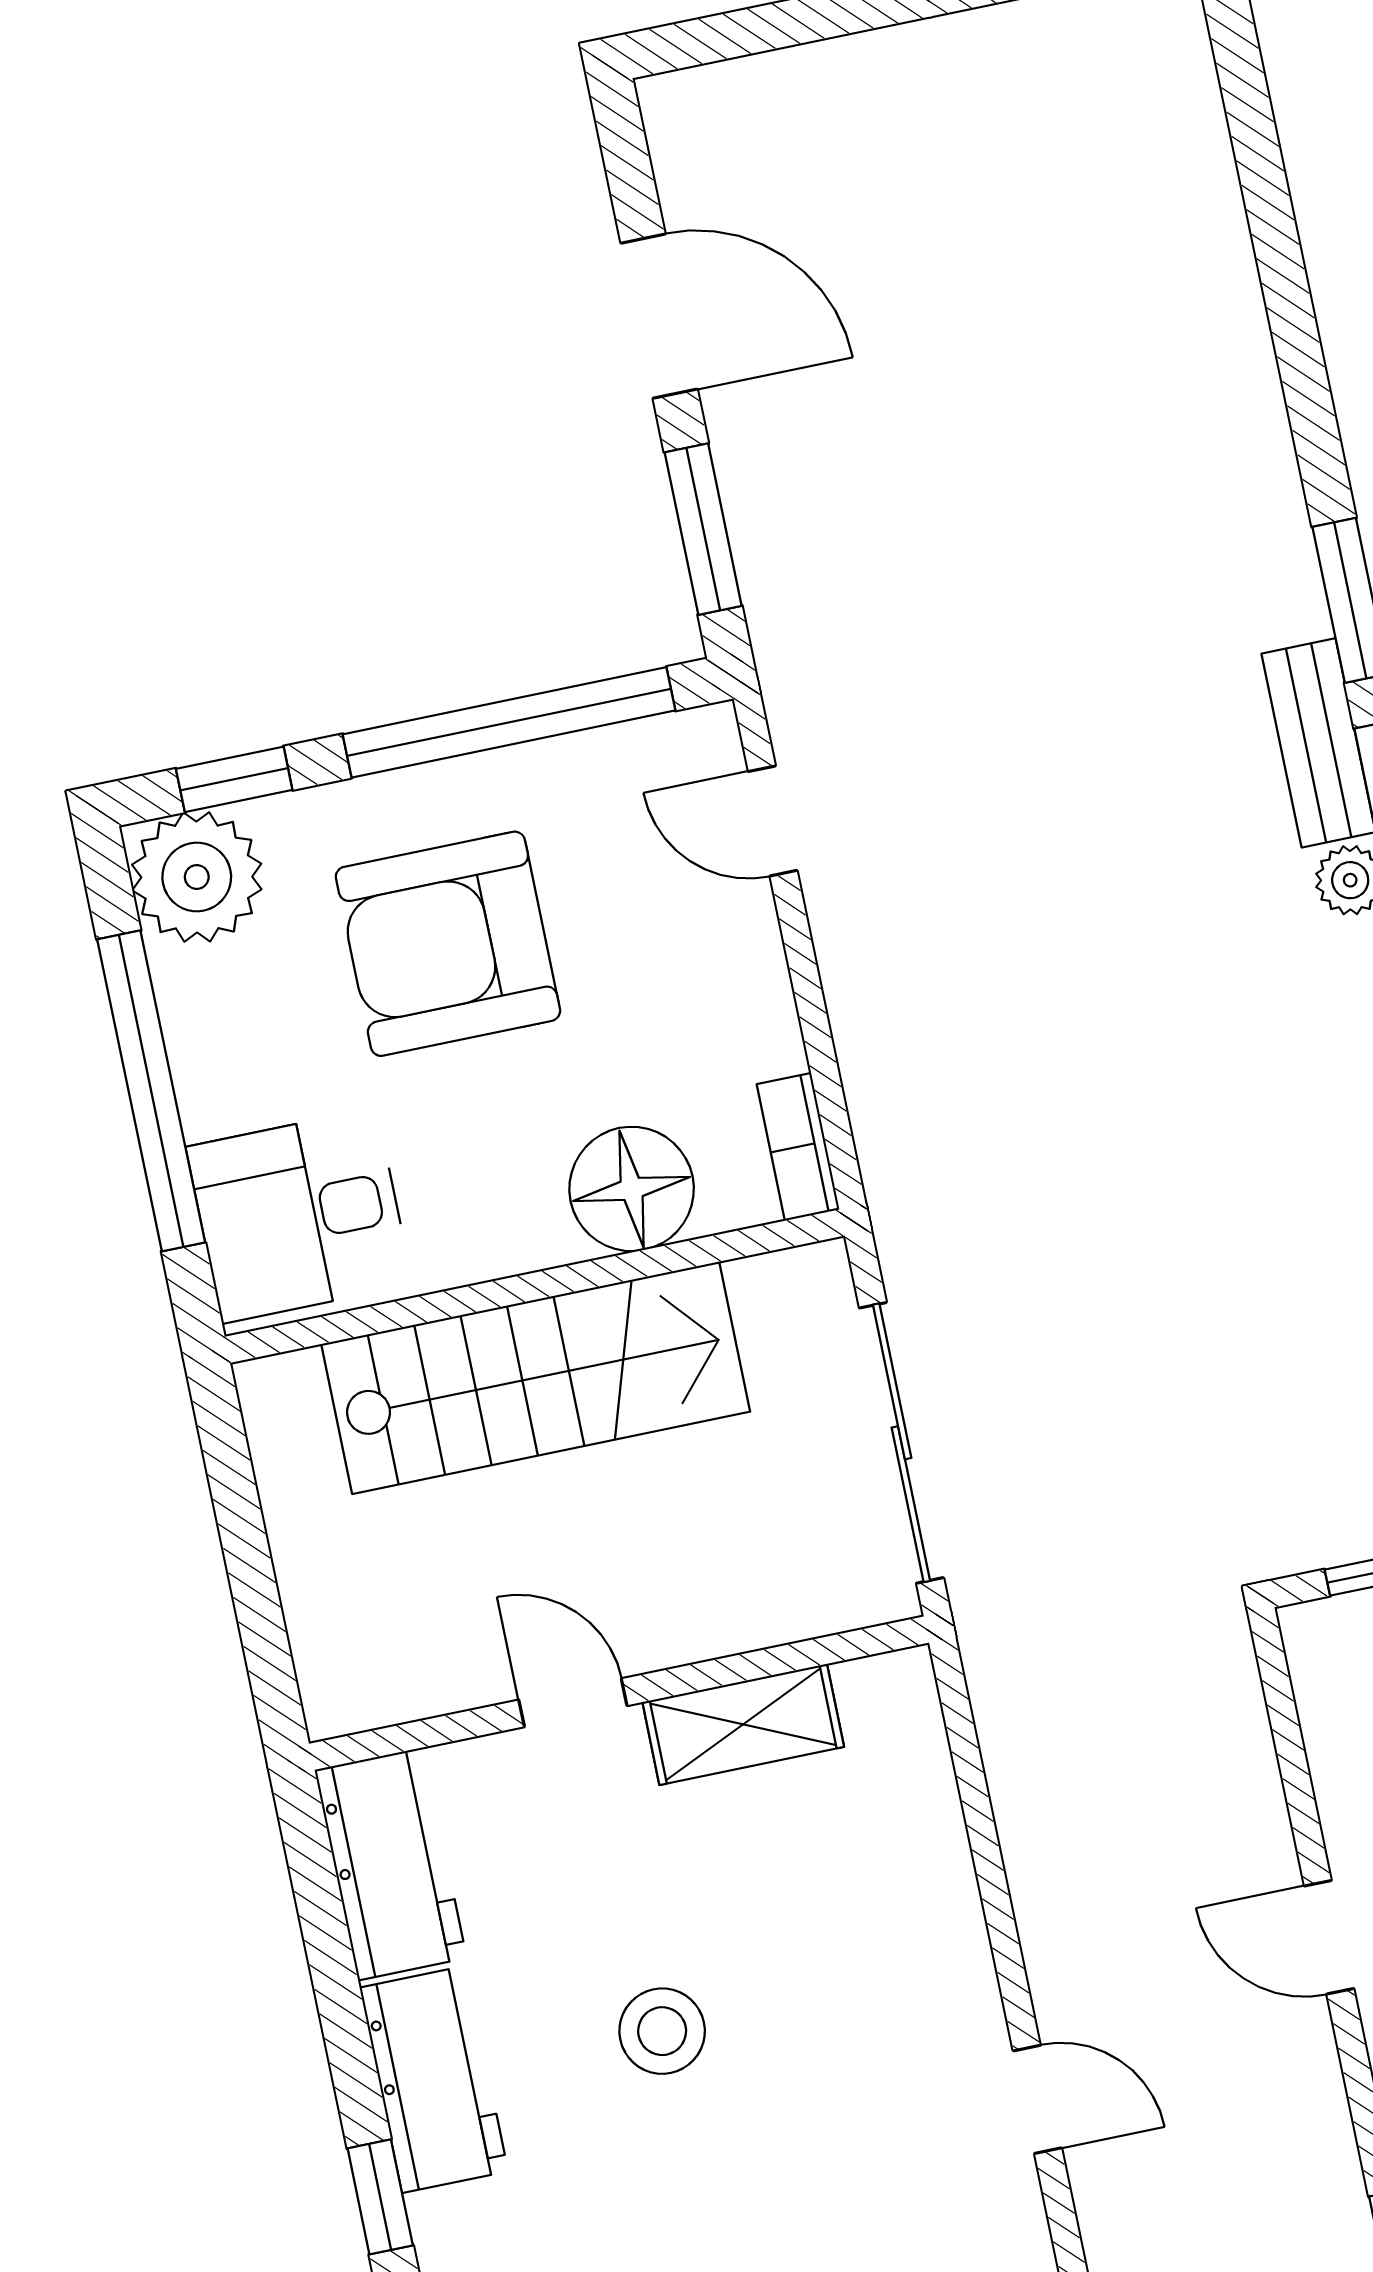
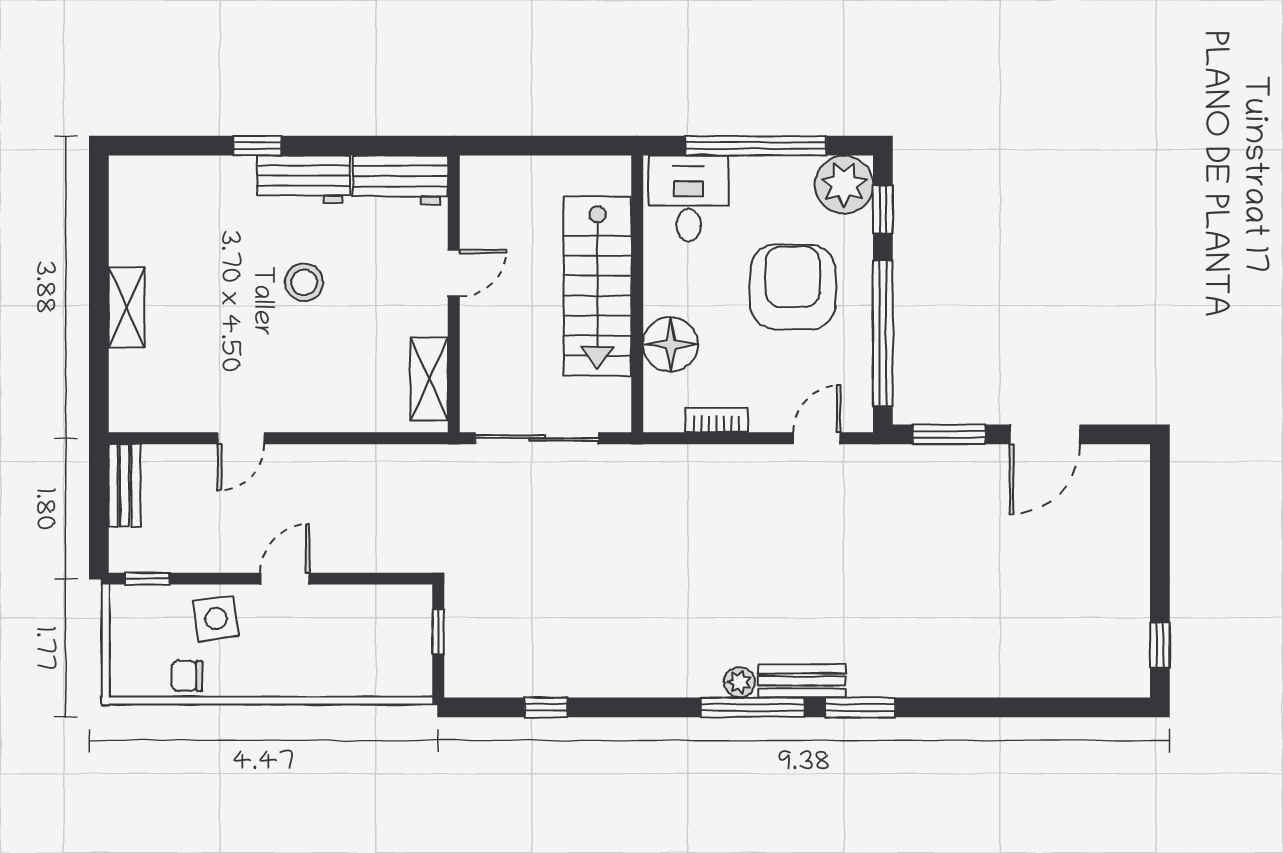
bookcase: (798, 1147) -> (717, 420), moved
shelving: (743, 1724) -> (429, 379), moved

